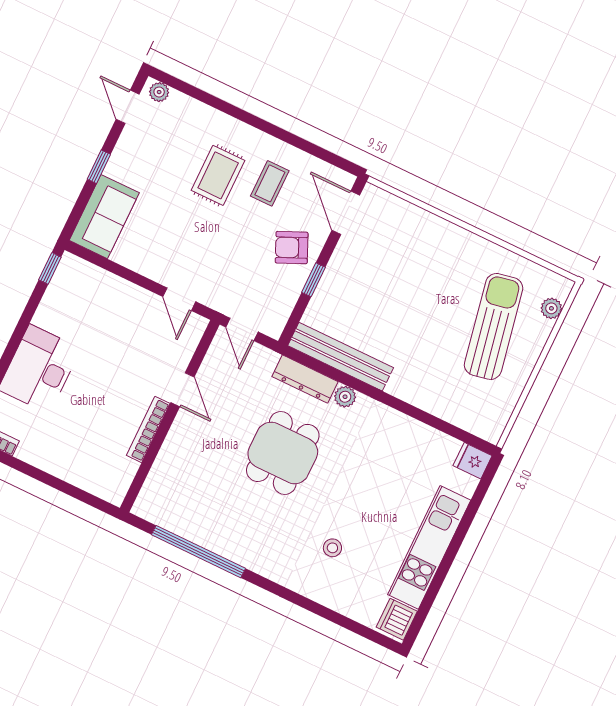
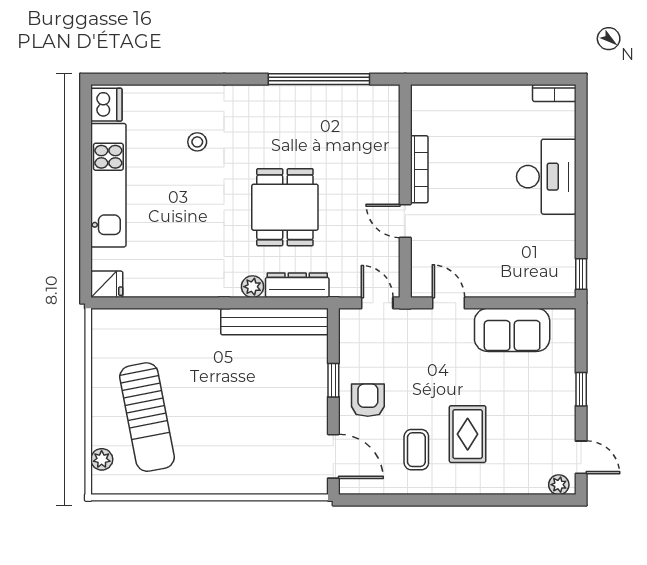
sofa: (104, 217) -> (512, 330), moved, turned -90
armchair: (292, 248) -> (368, 400), turned -66

